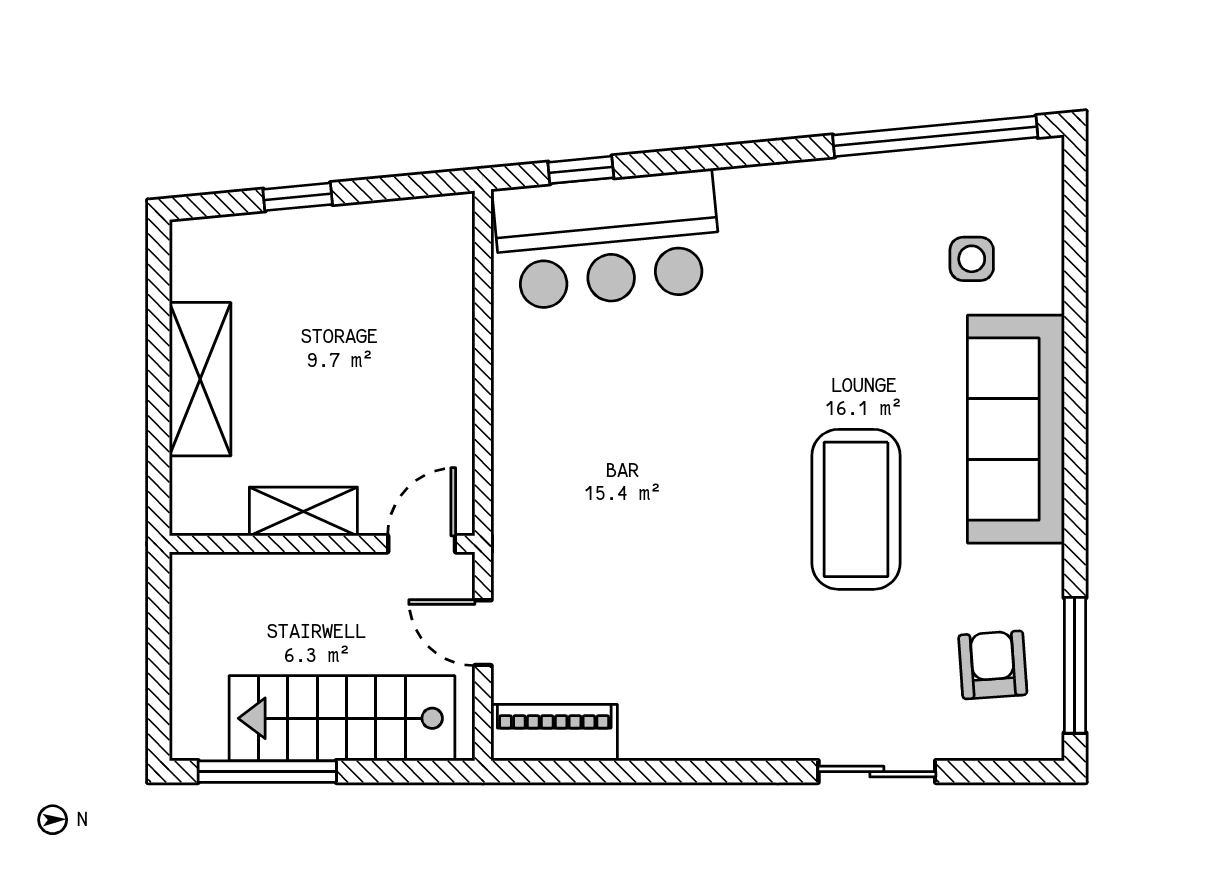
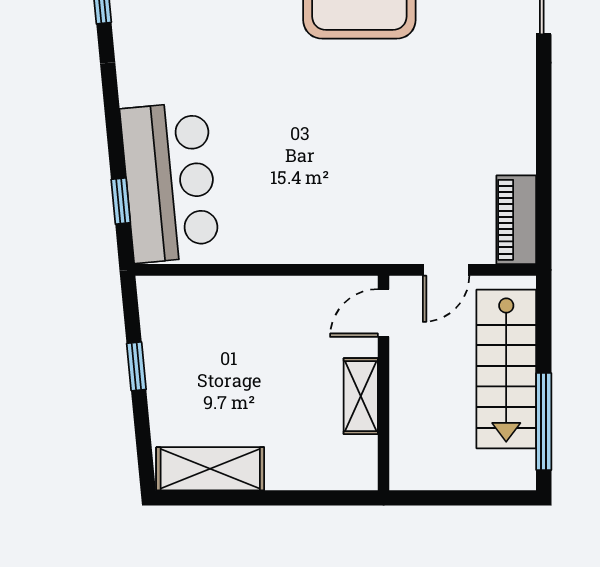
window: (298, 197) -> (136, 366), moved
shelving: (200, 379) -> (210, 469), moved
door: (422, 544) -> (384, 313), hinge flipped

